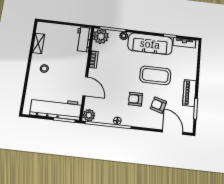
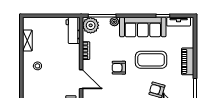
piano: (189, 93) -> (188, 61), moved
armchair: (135, 99) -> (119, 68), moved

